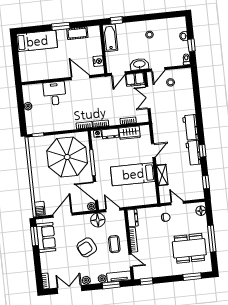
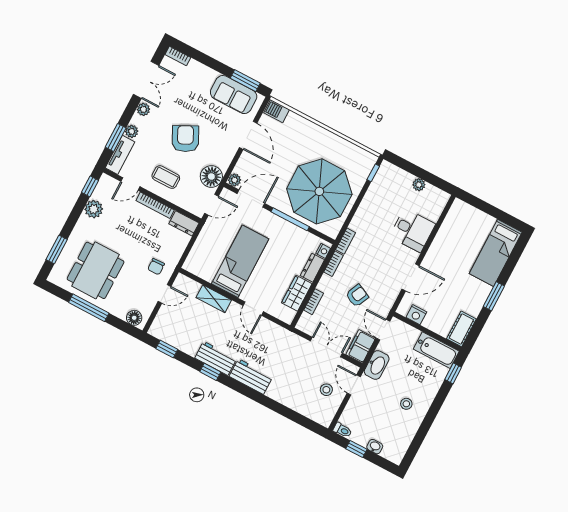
cot: (77, 33) -> (461, 329), moved
armchair: (109, 100) -> (357, 296), added
plant: (157, 271) -> (94, 209), added

